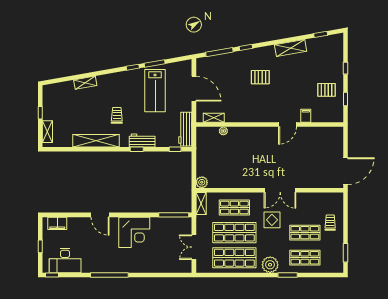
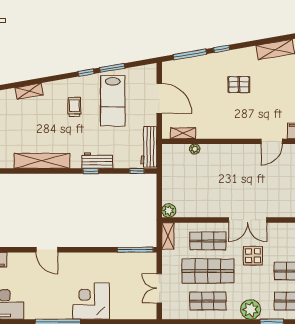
trolley: (117, 115) -> (74, 107), moved
double door: (280, 190) -> (248, 220), moved
corner desk: (134, 232) -> (91, 301), moved, turned 180
shop shelf: (234, 258) -> (208, 301), width x0.70, depth x0.74

